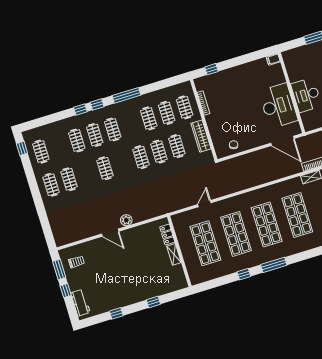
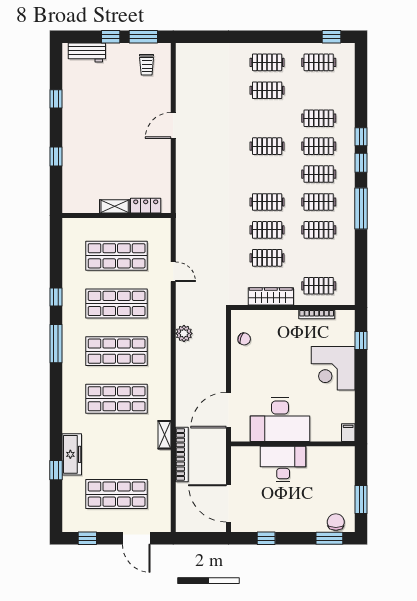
corner desk: (235, 82) -> (333, 368), added
clothes rail: (167, 113) -> (319, 202), moved
plant: (126, 220) -> (184, 333), moved

